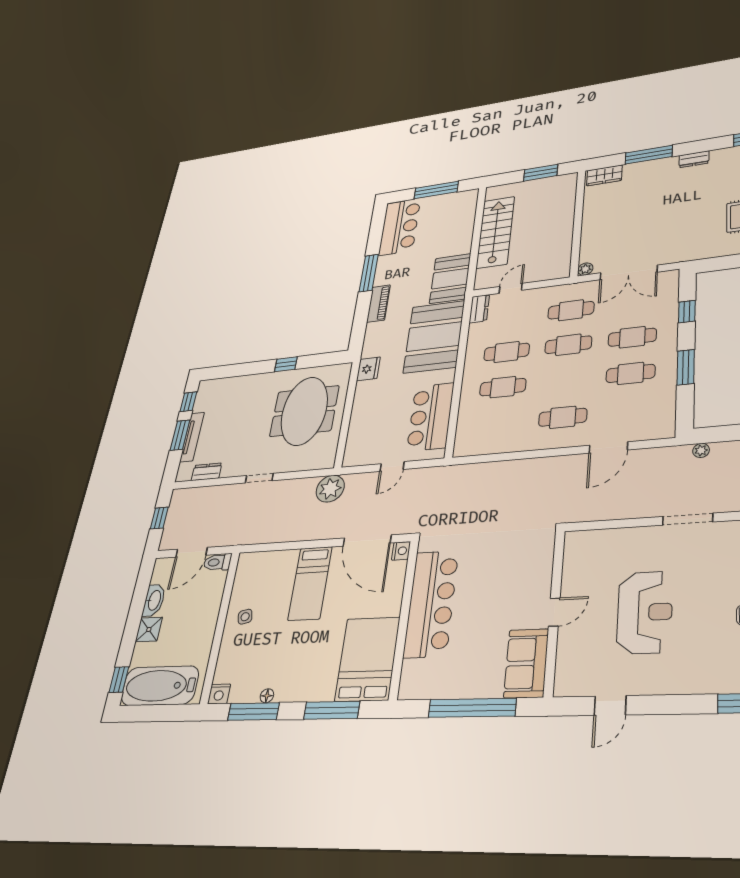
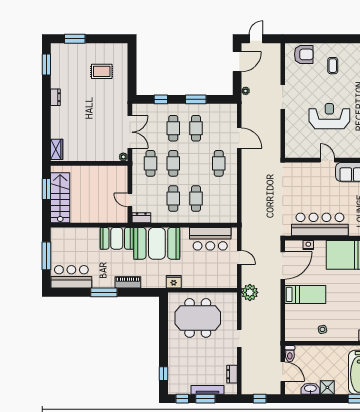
window: (649, 155) -> (46, 124), removed
stairs: (495, 232) -> (60, 198), moved, turned 90
window: (286, 364) -> (163, 374), moved
nightstand: (401, 551) -> (308, 245), moved

